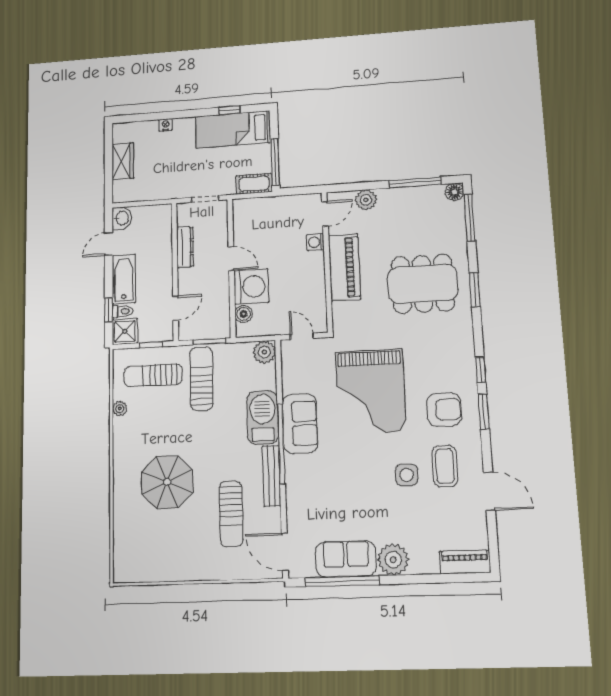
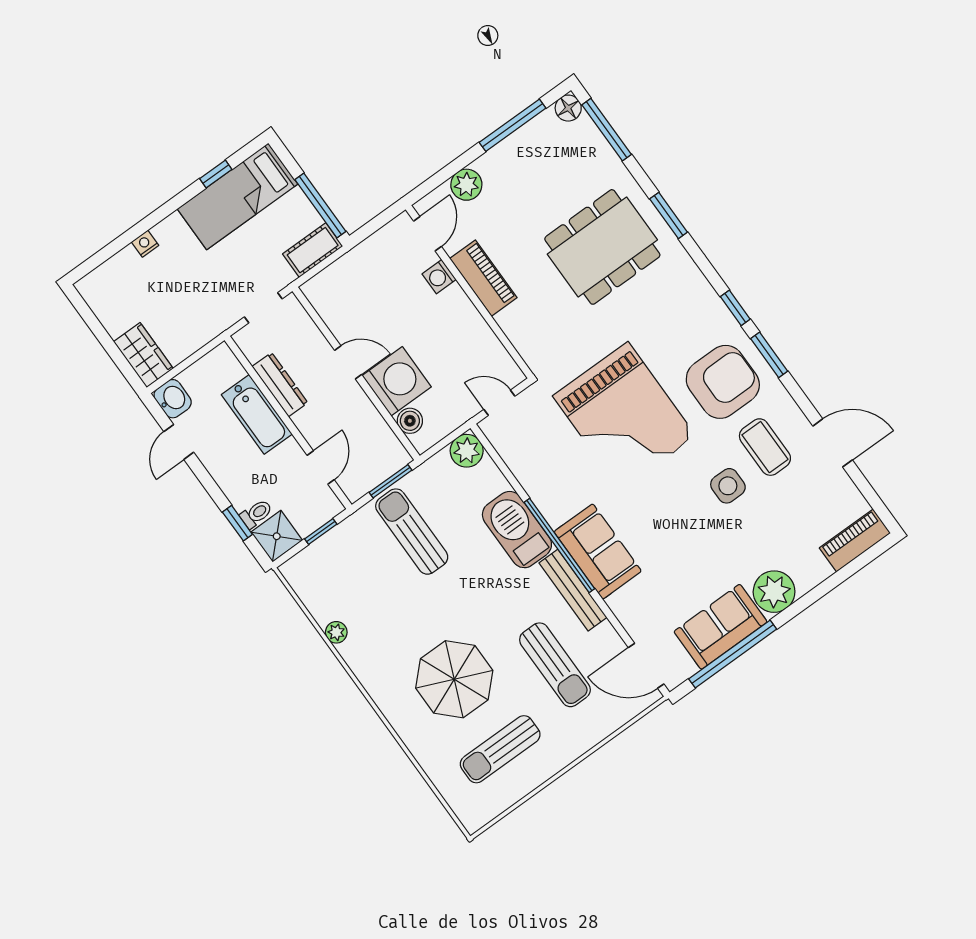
wardrobe: (123, 161) -> (143, 355), moved
piano: (344, 267) -> (483, 278), width x0.73, depth x0.75
bathtub: (124, 279) -> (257, 414), moved, turned 180
sun lounger: (153, 375) -> (500, 749), moved
armchair: (444, 410) -> (723, 382), width x1.36, depth x1.36
sofa: (300, 424) -> (598, 551), moved

